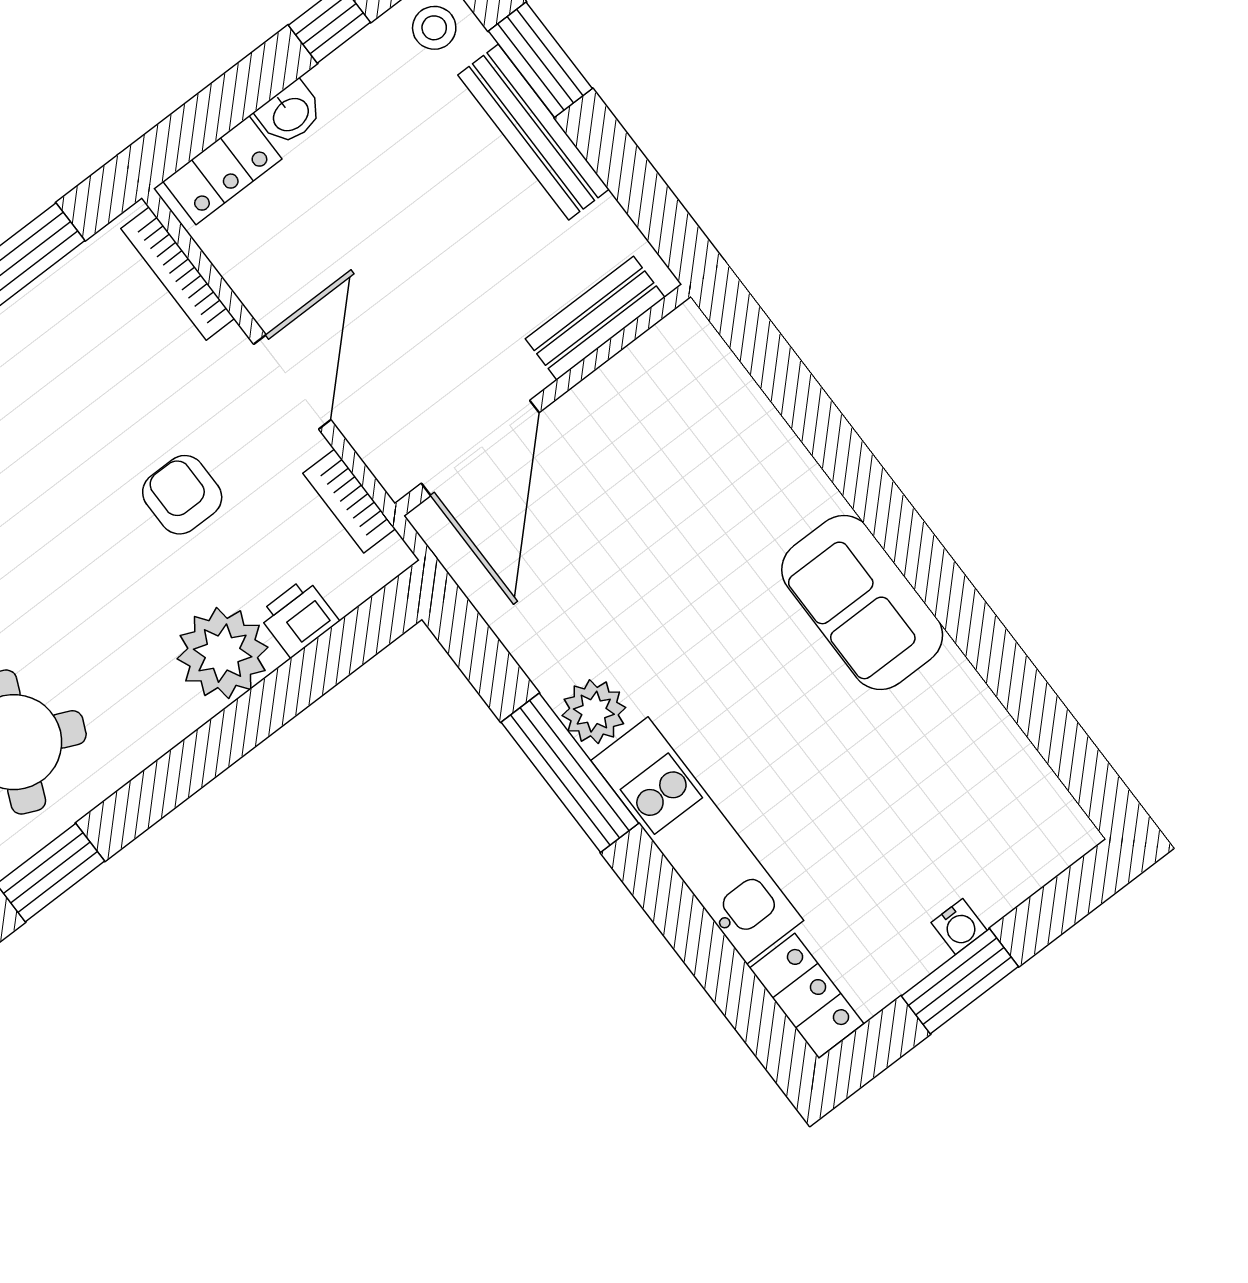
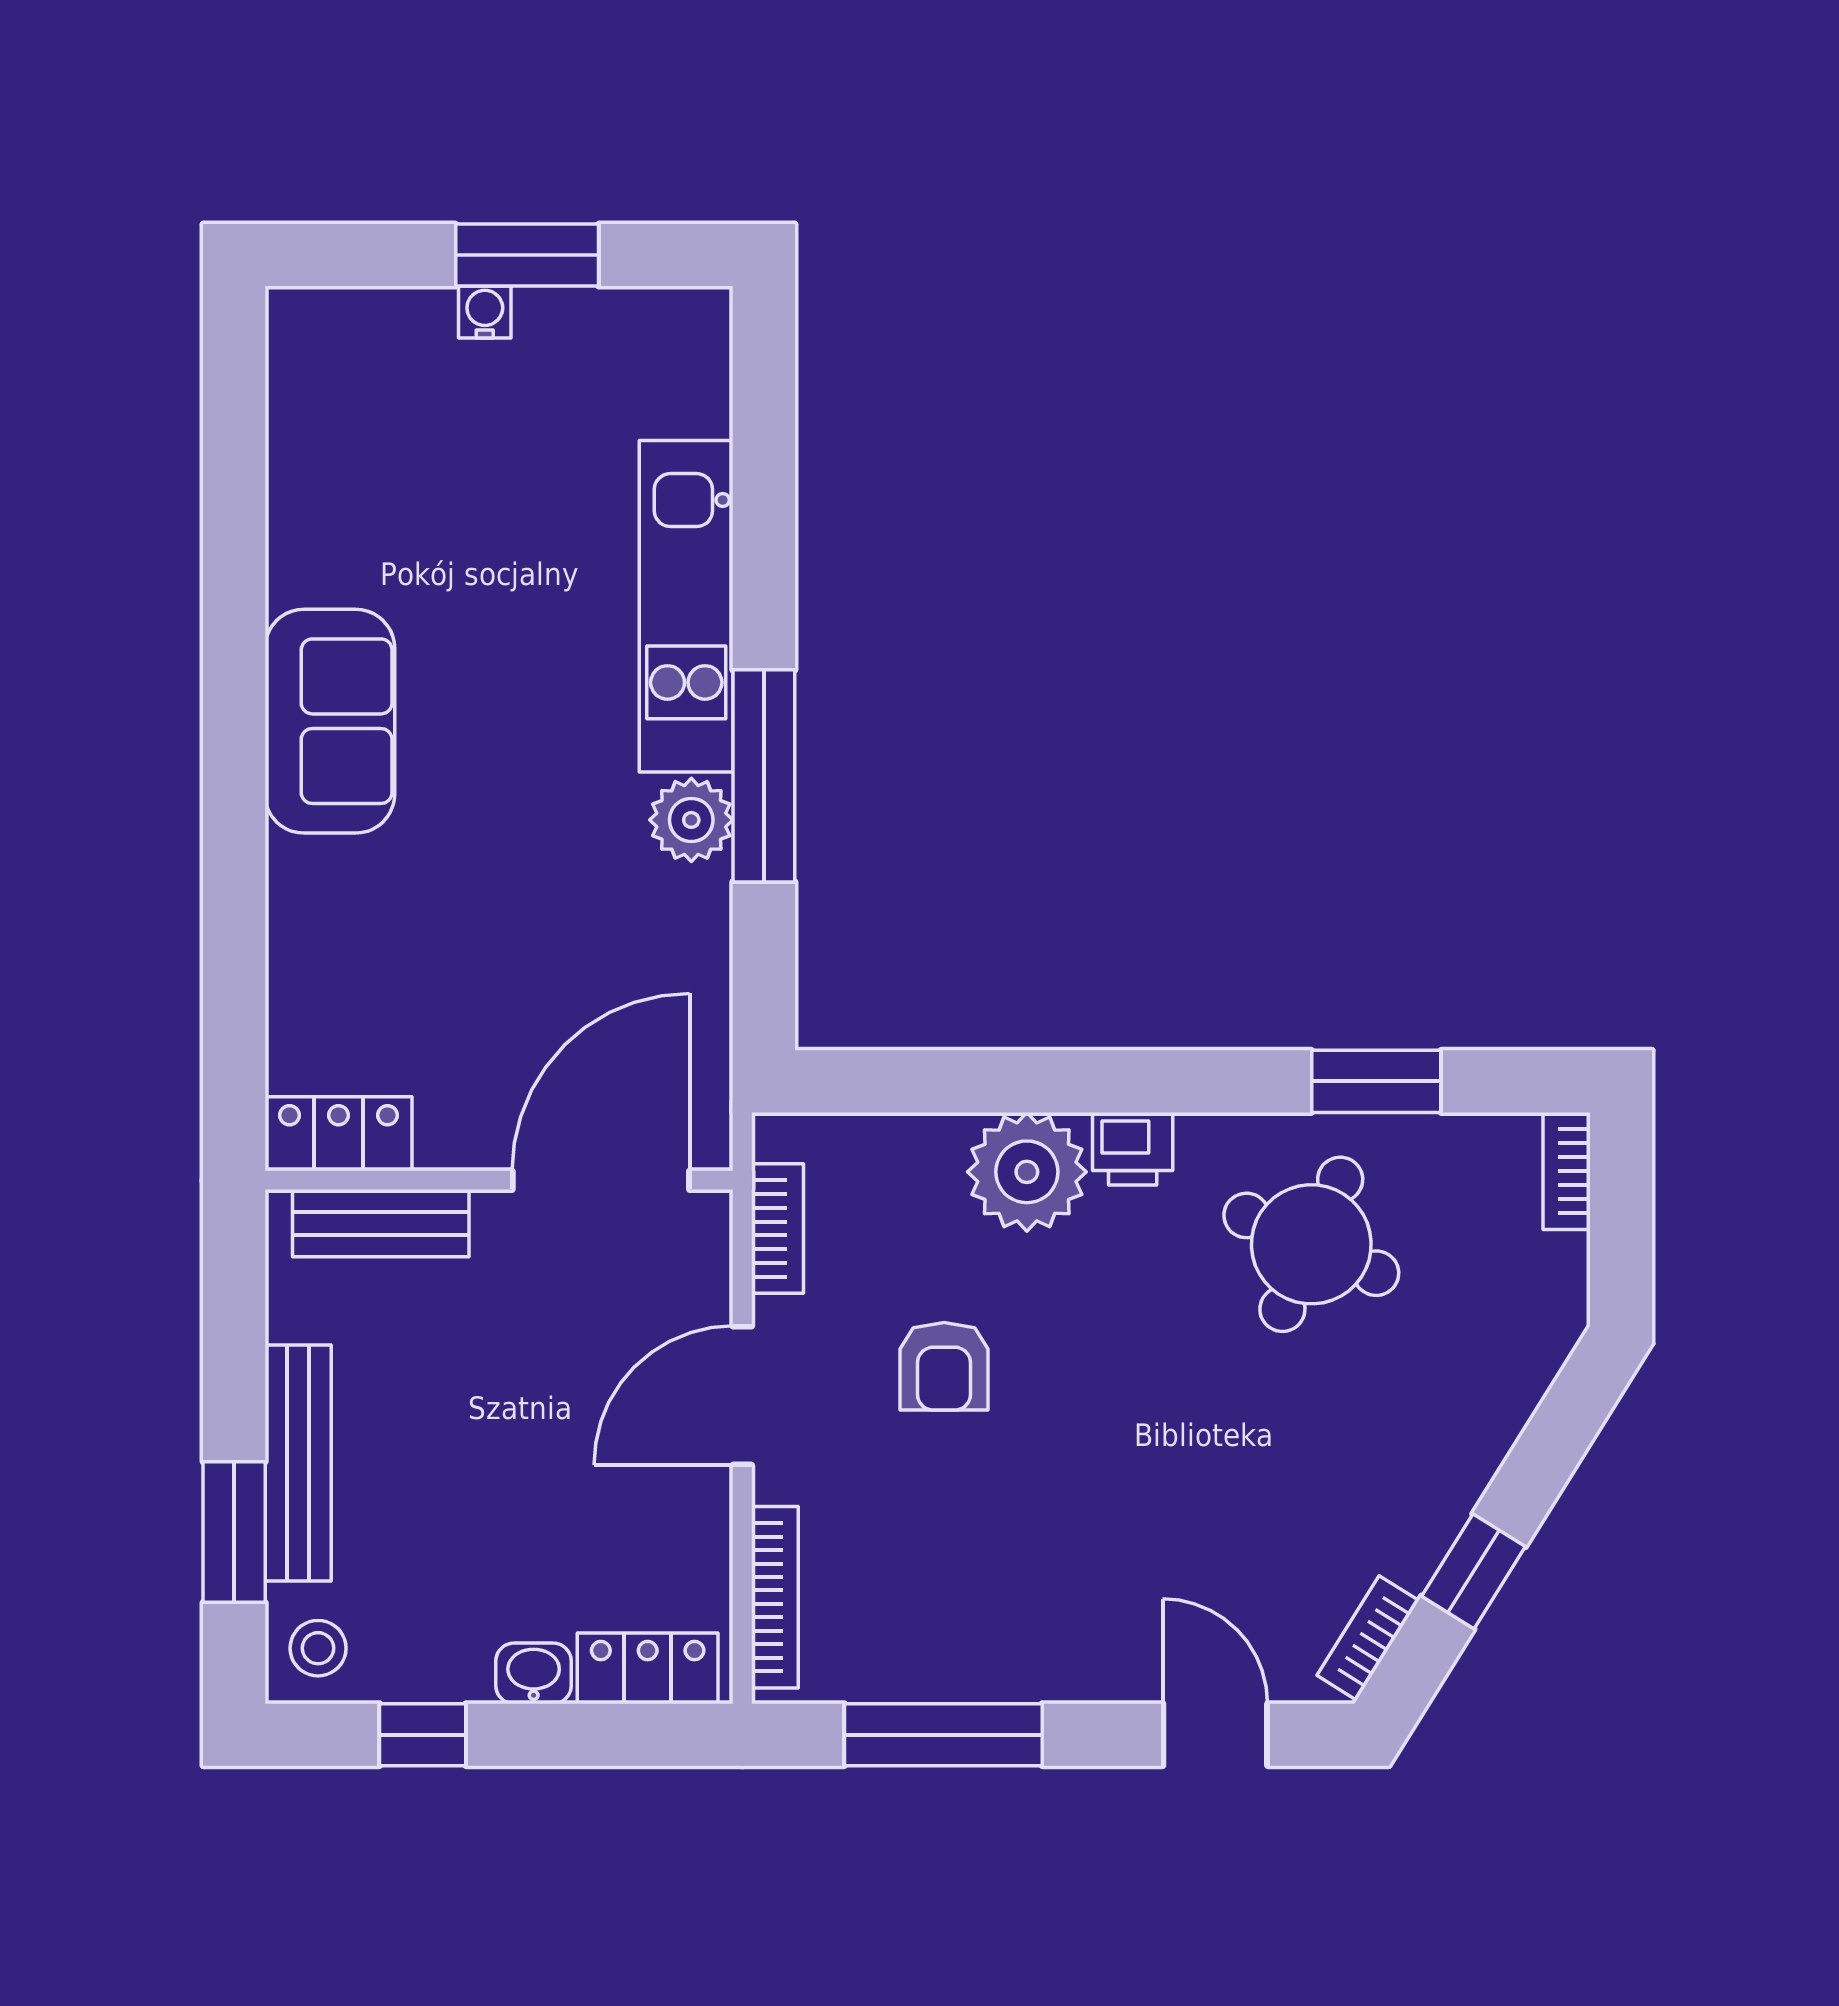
printer: (298, 618) -> (1133, 1149), moved
locker: (807, 996) -> (338, 1134), moved, turned 90

